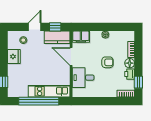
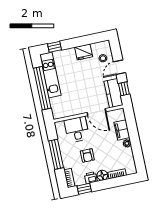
door: (35, 27) -> (119, 67), swing flipped
filing cabinet: (81, 37) -> (122, 130), moved
door: (71, 56) -> (96, 112), swing flipped
armchair: (107, 62) -> (87, 155), moved
kitchen unit: (49, 91) -> (50, 75), moved
window: (102, 101) -> (56, 154), added

